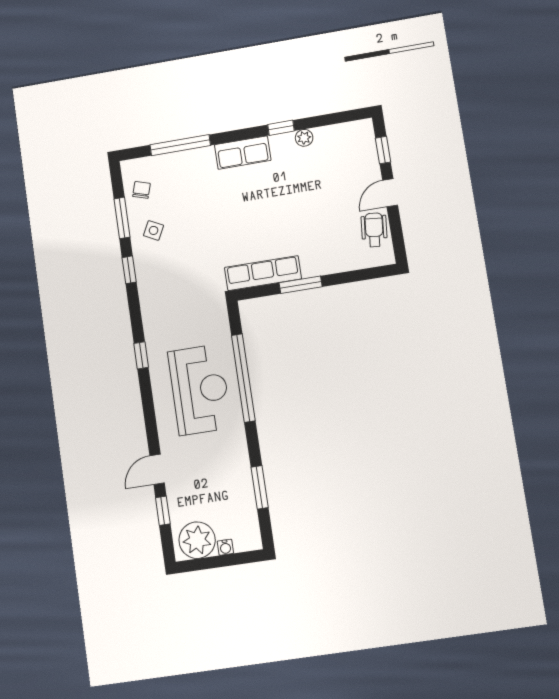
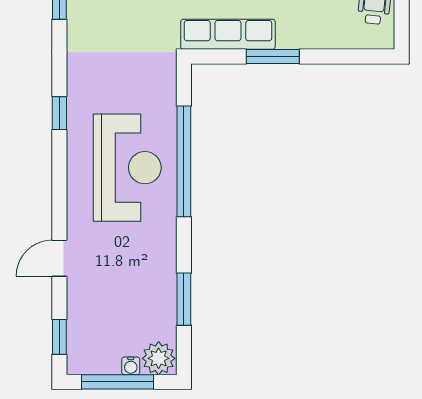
window: (163, 511) -> (59, 337), moved
plant: (197, 540) -> (159, 358), moved, width x0.73, depth x0.73
window: (217, 562) -> (117, 382), added

